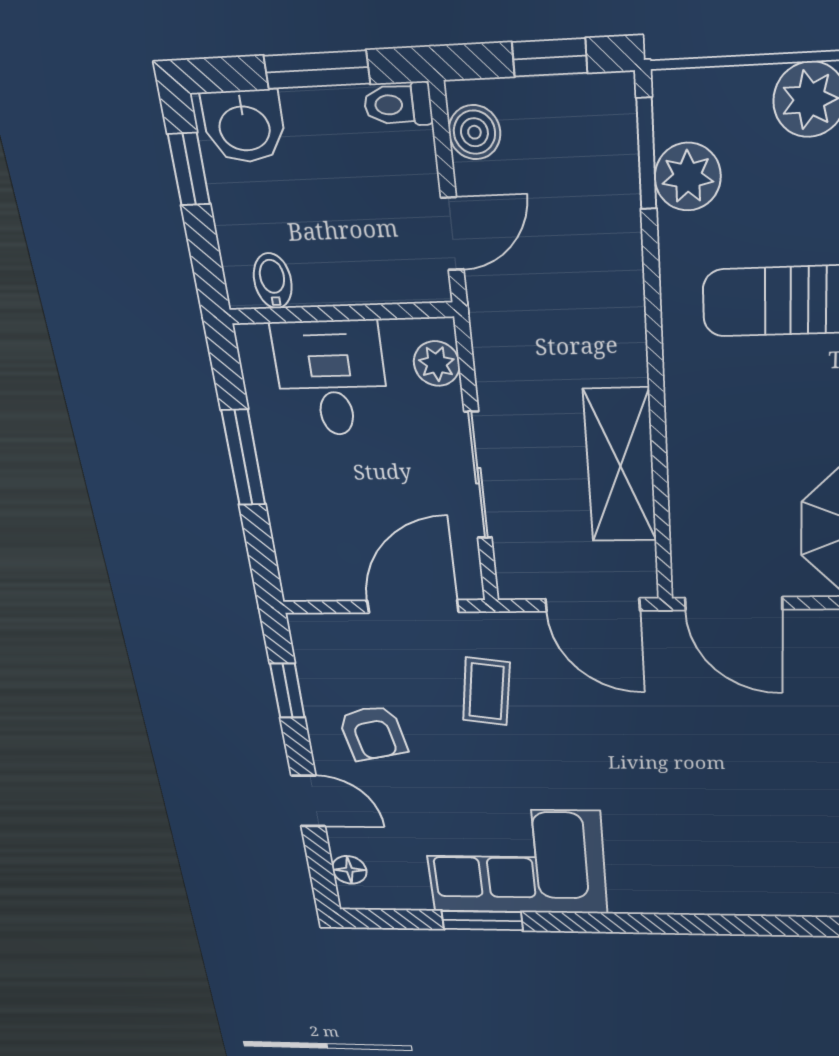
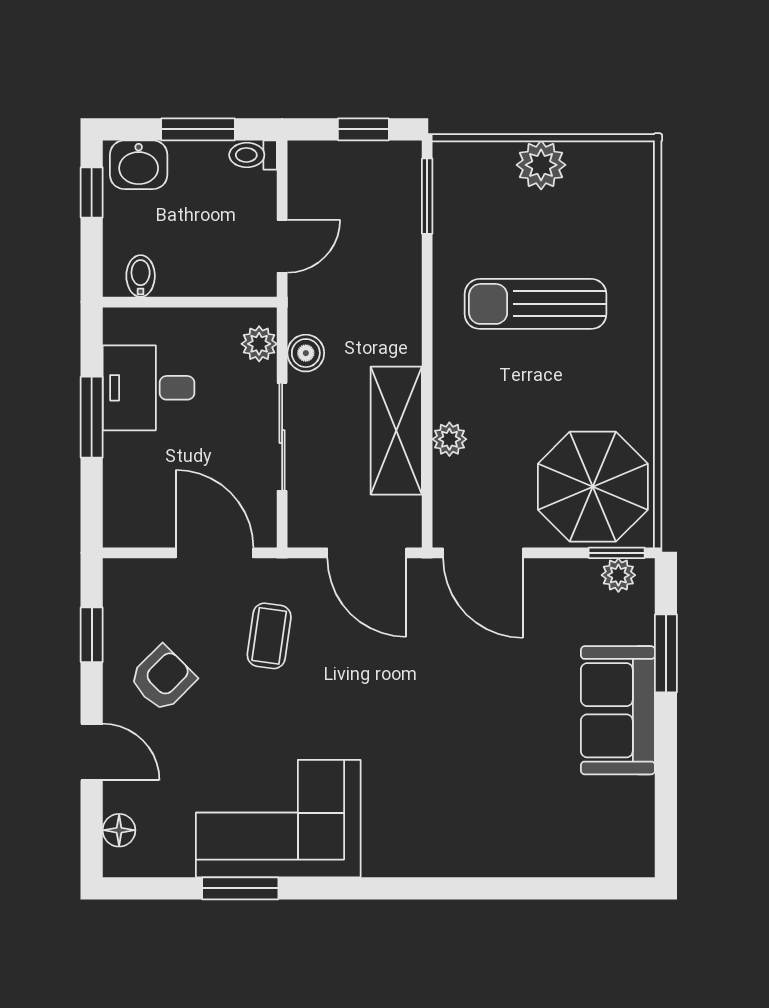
boiler: (474, 132) -> (306, 353), moved
plant: (688, 177) -> (449, 439), moved, width x0.73, depth x0.73
desk: (331, 378) -> (149, 388), moved, turned -90
door: (413, 606) -> (214, 553), hinge flipped
armchair: (373, 733) -> (163, 678), turned -123

